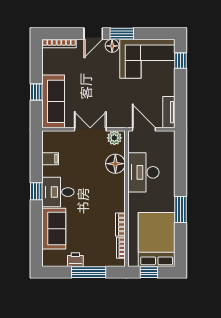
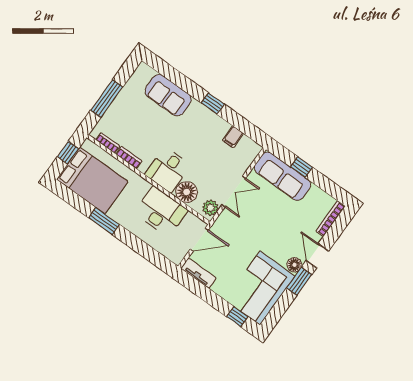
desk: (58, 192) -> (168, 170), moved, turned 180
printer: (75, 260) -> (126, 95), removed

